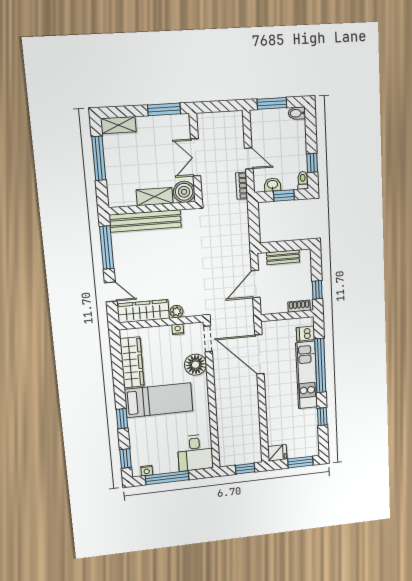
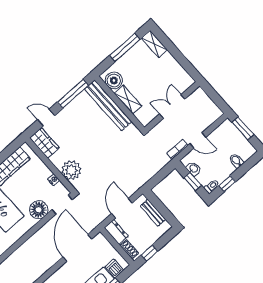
window: (164, 109) -> (186, 65), removed
bidet: (297, 113) -> (236, 161), moved
door: (249, 158) -> (198, 140), hinge flipped
boiler: (184, 192) -> (114, 80), moved
door: (256, 284) -> (122, 208), hinge flipped
door: (111, 292) -> (46, 118), swing flipped
dresser: (273, 306) -> (116, 232), added
wardrobe: (143, 311) -> (44, 143), width x0.67
plant: (177, 312) -> (71, 170), width x1.88, depth x1.88

